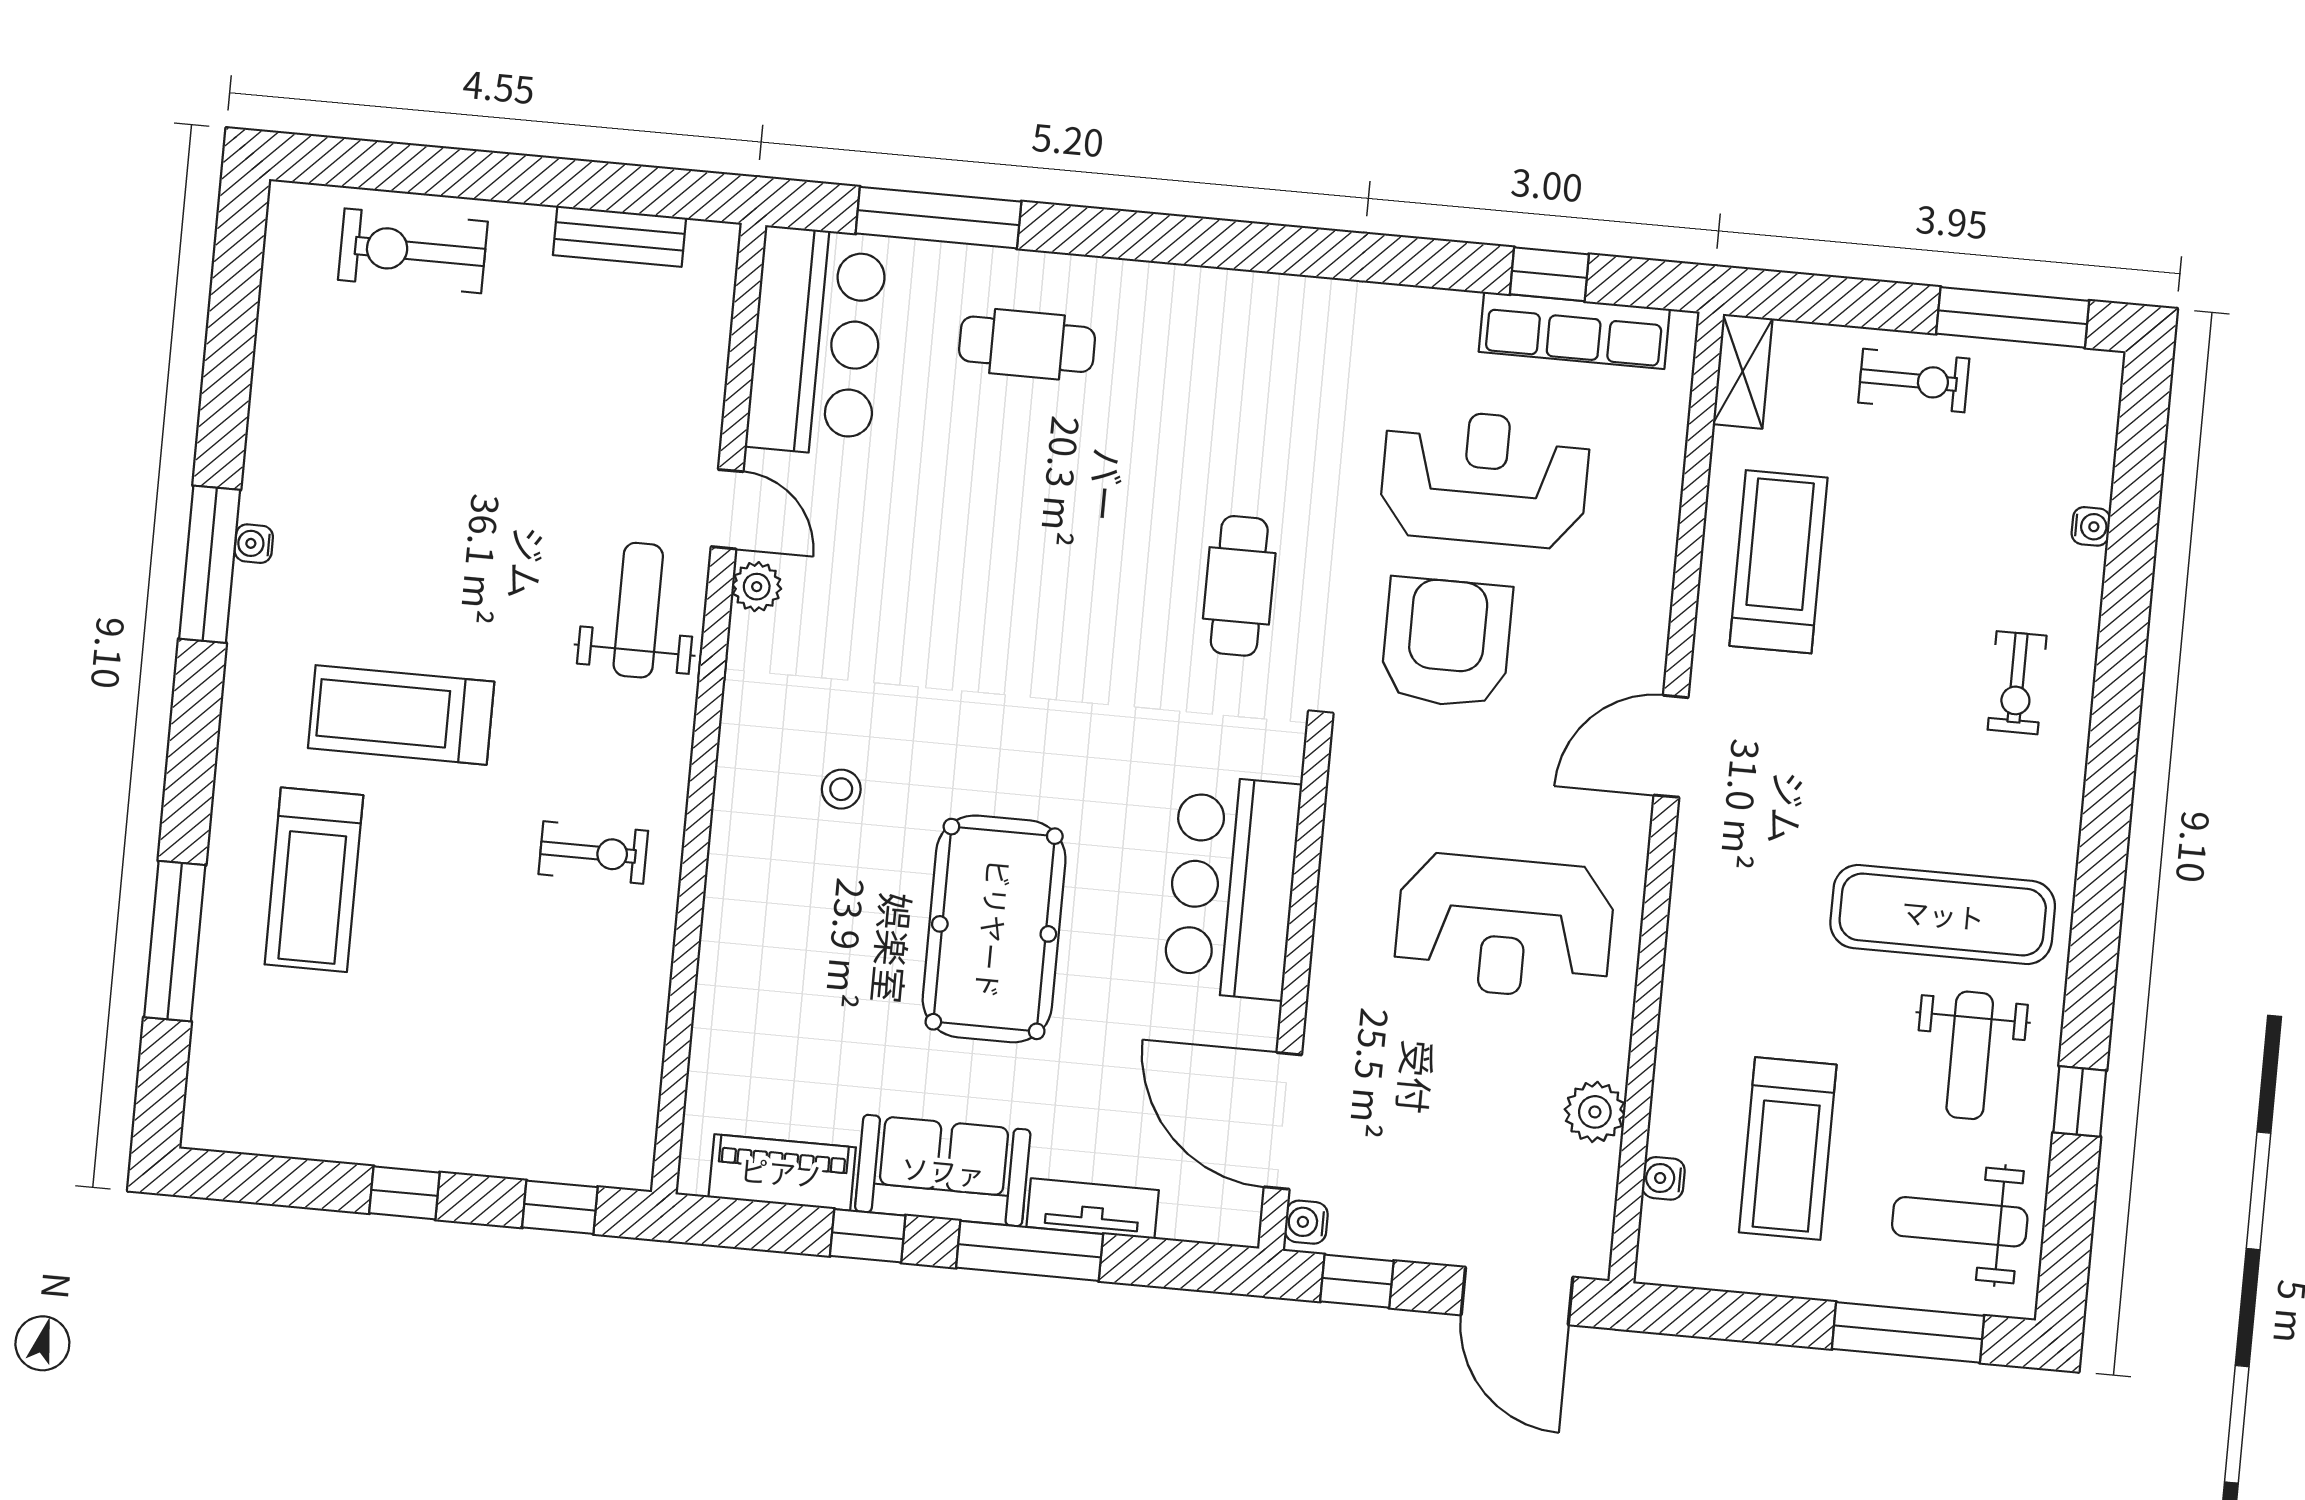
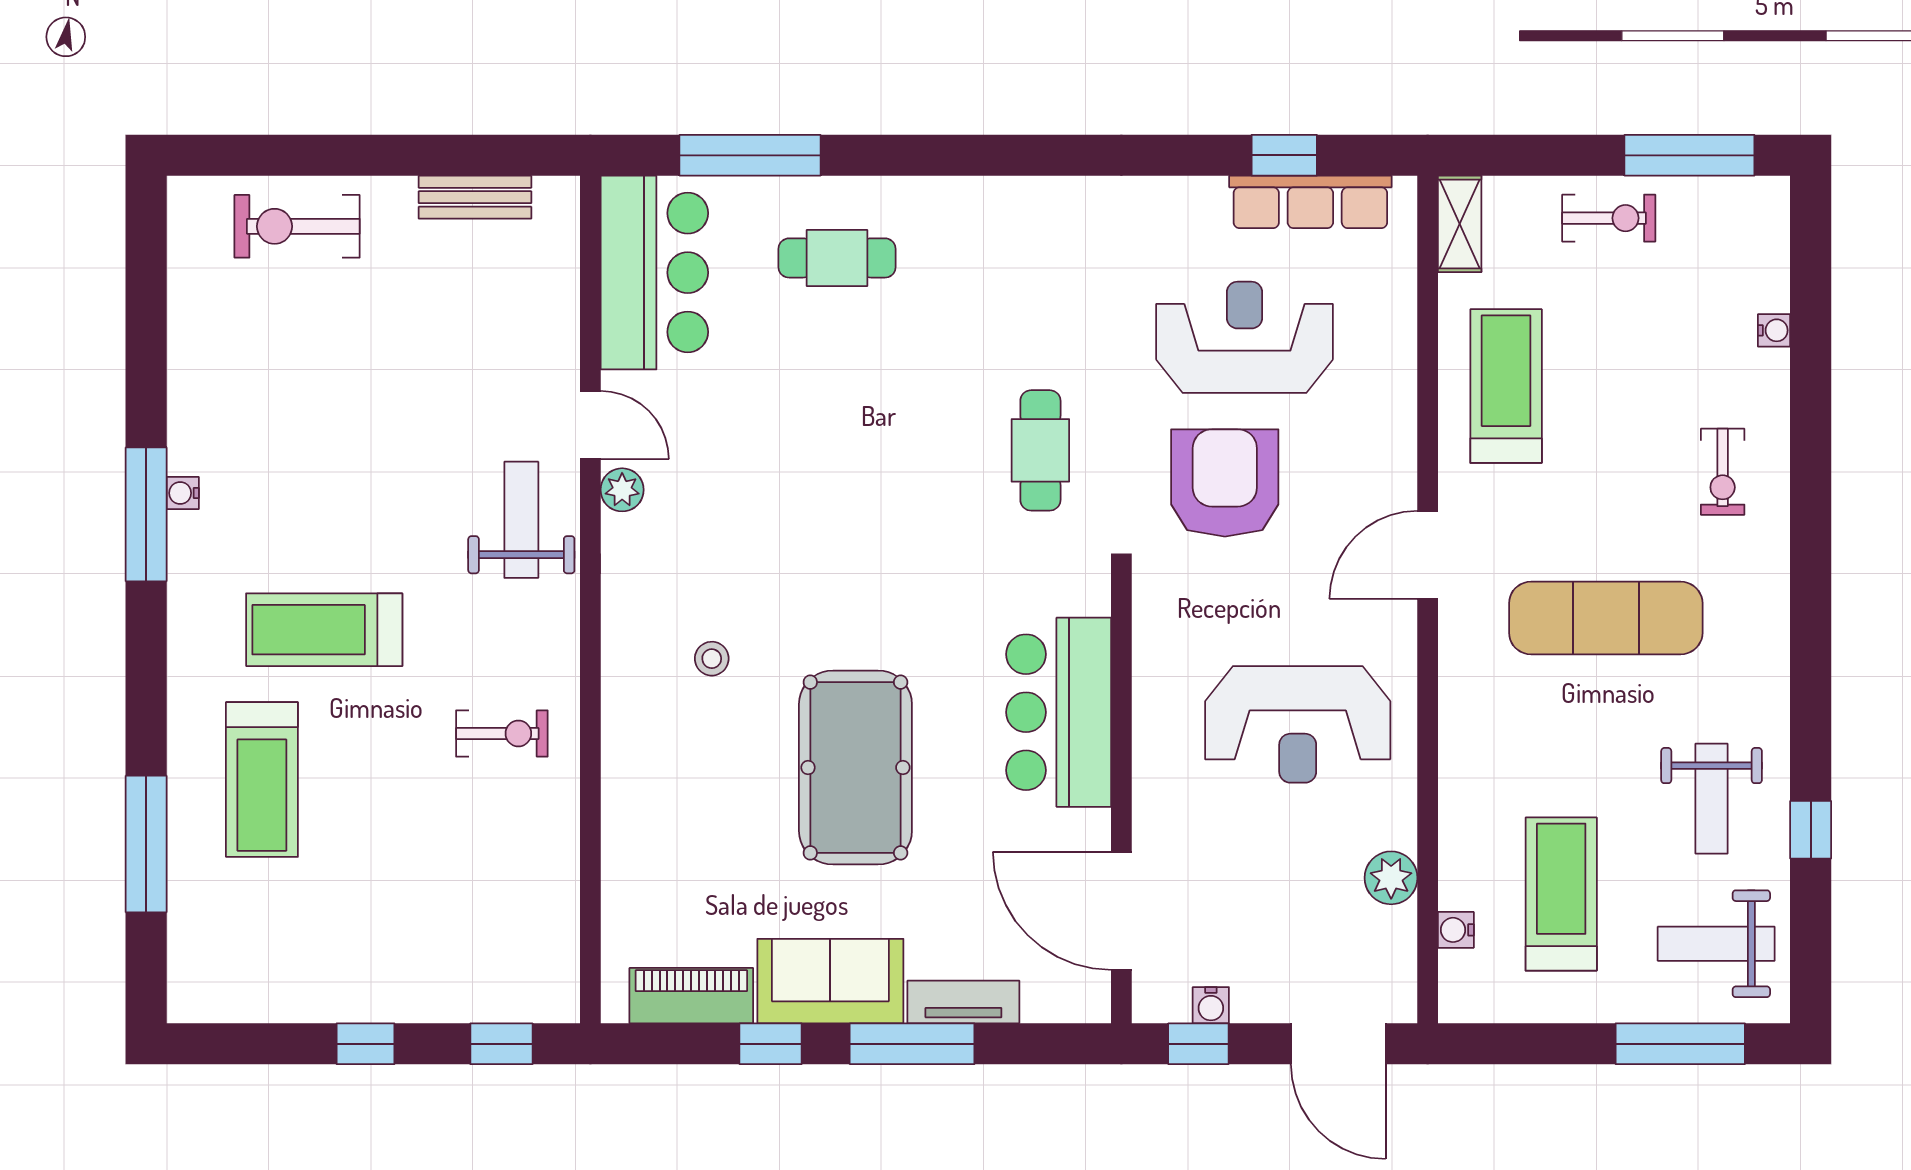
exercise mat: (1943, 914) -> (1606, 618), moved
treadmill: (1788, 1149) -> (1561, 894), turned 180
water cooler: (1306, 1222) -> (1211, 1005), moved, turned -90

